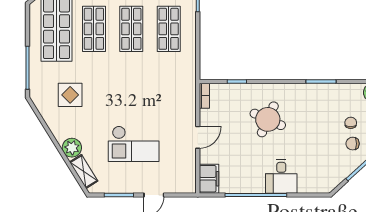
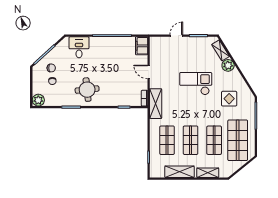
shelving: (187, 87) -> (156, 104), added
round table: (268, 119) -> (87, 90), moved, turned -30
door: (198, 137) -> (149, 72), hinge flipped
checkout: (134, 144) -> (196, 84), moved
desk: (281, 176) -> (79, 47), moved

